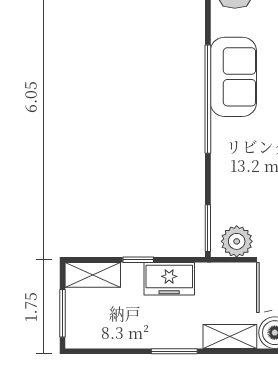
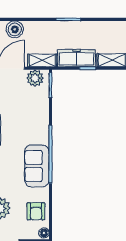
freezer: (169, 279) -> (76, 58), width x1.40
shelving: (230, 336) -> (42, 60), moved

